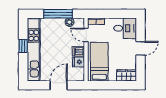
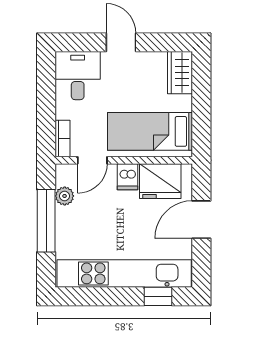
window: (23, 46) -> (158, 296), moved
fridge: (78, 62) -> (160, 181), width x1.88, depth x1.34
door: (59, 85) -> (201, 220), hinge flipped

